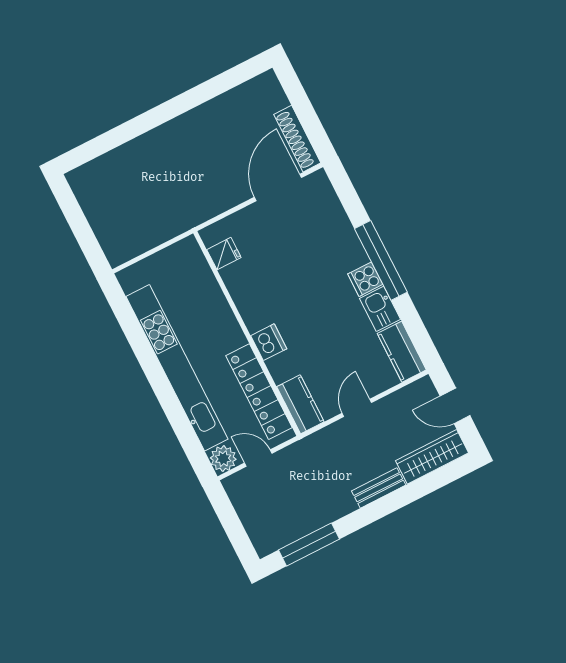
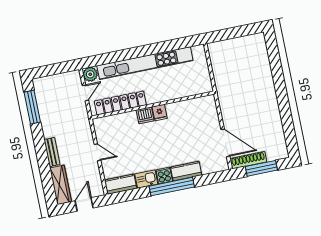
window: (305, 112) -> (261, 168), added
fridge: (224, 254) -> (160, 113), moved
kitchen counter: (300, 404) -> (186, 171), moved, turned 180

